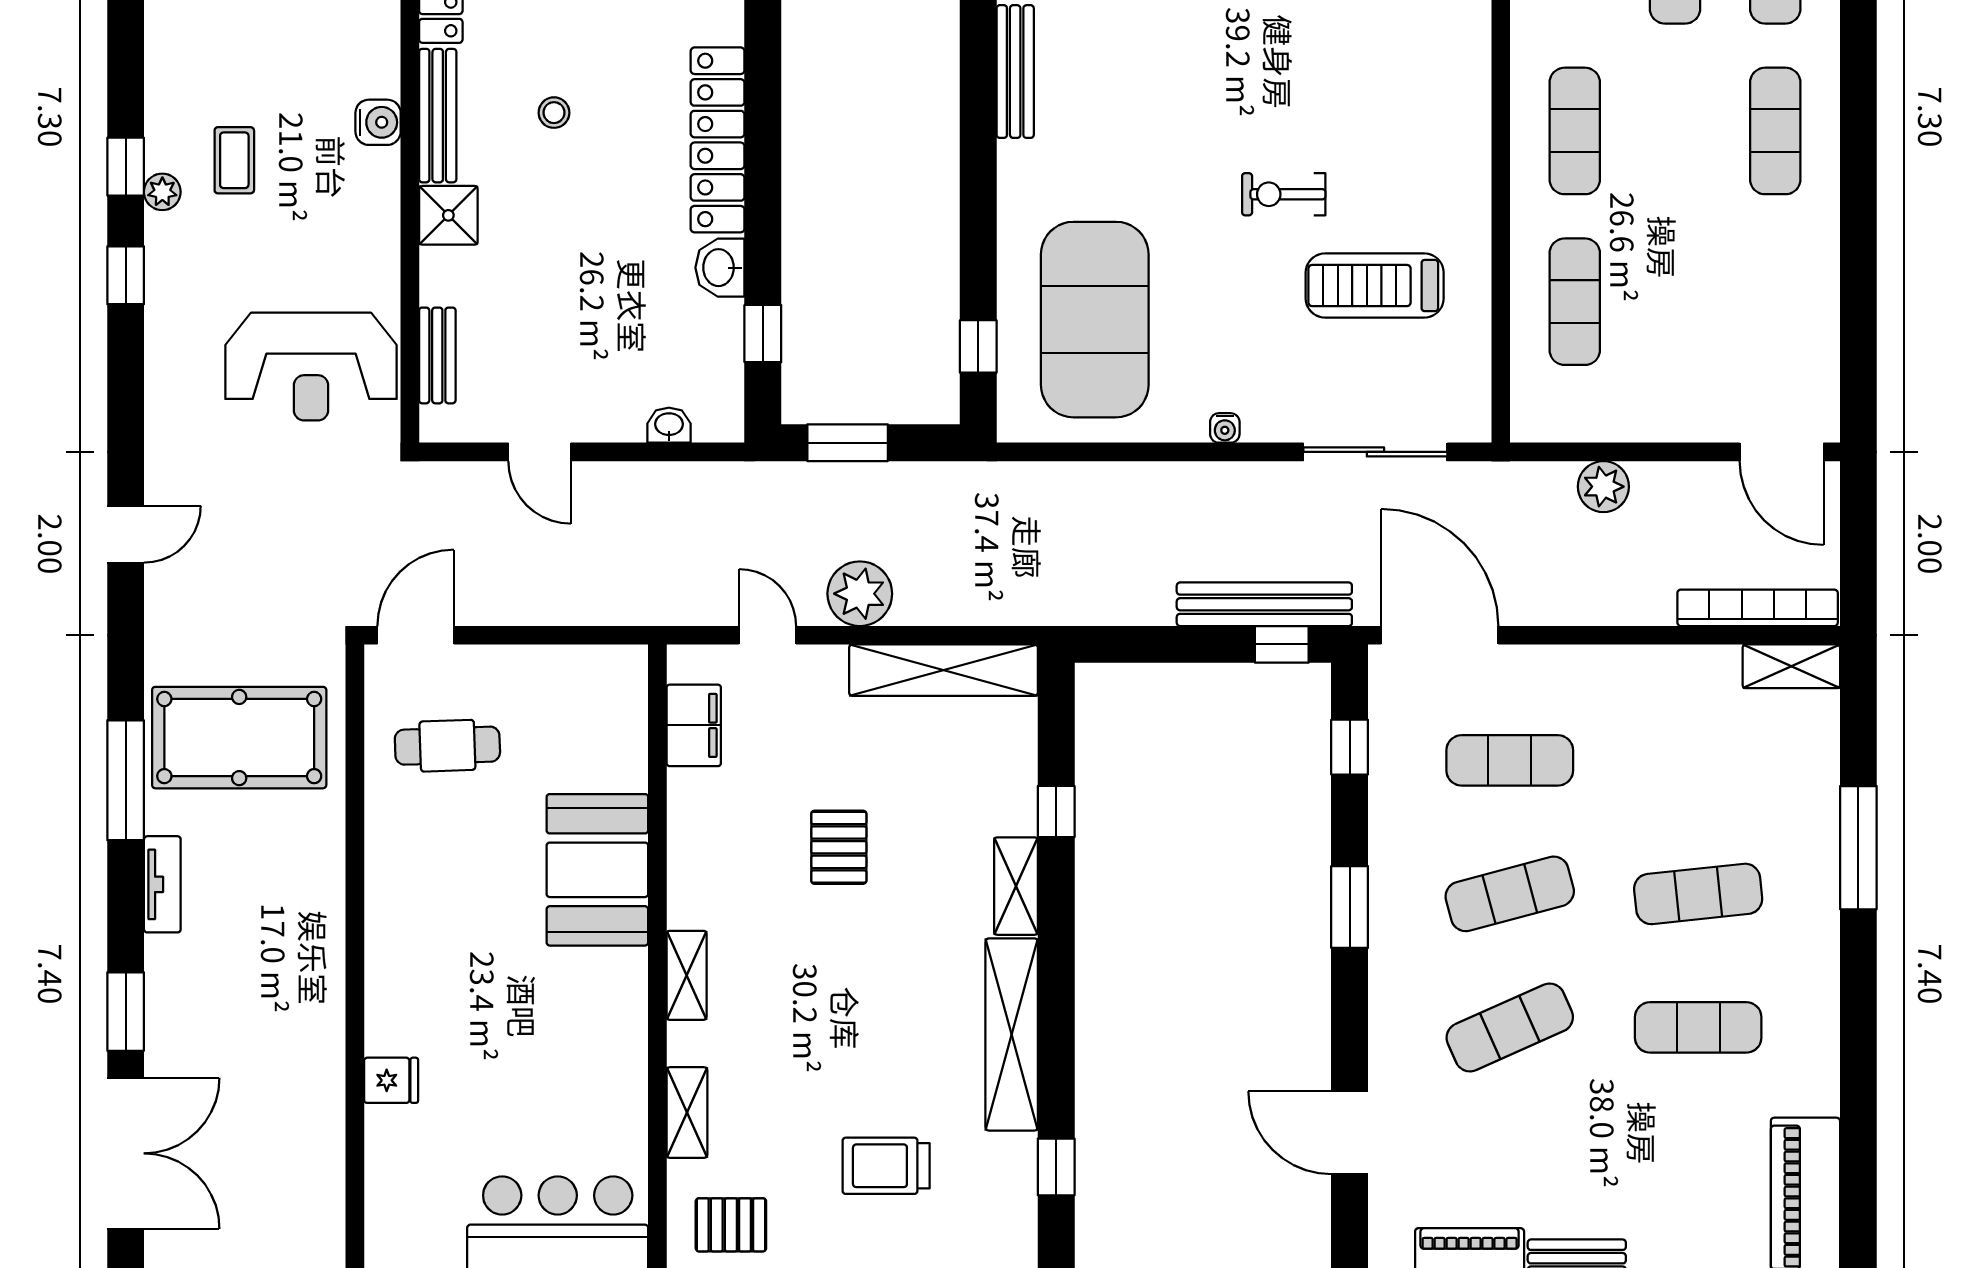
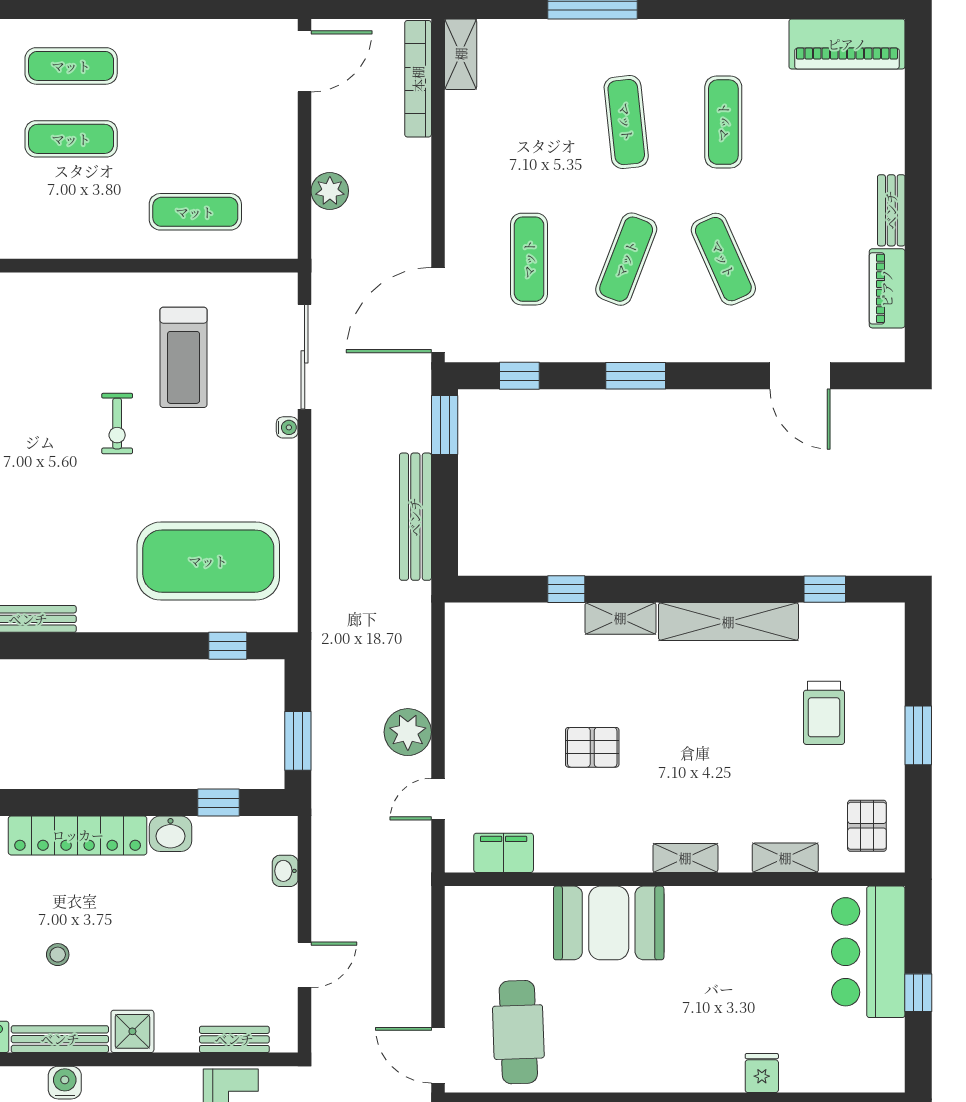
exercise mat: (1575, 131) -> (71, 139), moved
water cooler: (1225, 428) -> (287, 427), moved
bench: (1264, 604) -> (415, 517), moved
window: (1282, 644) -> (445, 425), width x1.50
shelving: (944, 670) -> (463, 671), removed
cafe table: (447, 746) -> (518, 1032), width x1.37, depth x1.35
exercise mat: (1510, 894) -> (626, 259), turned 36
door: (1350, 1133) -> (800, 376), hinge flipped

